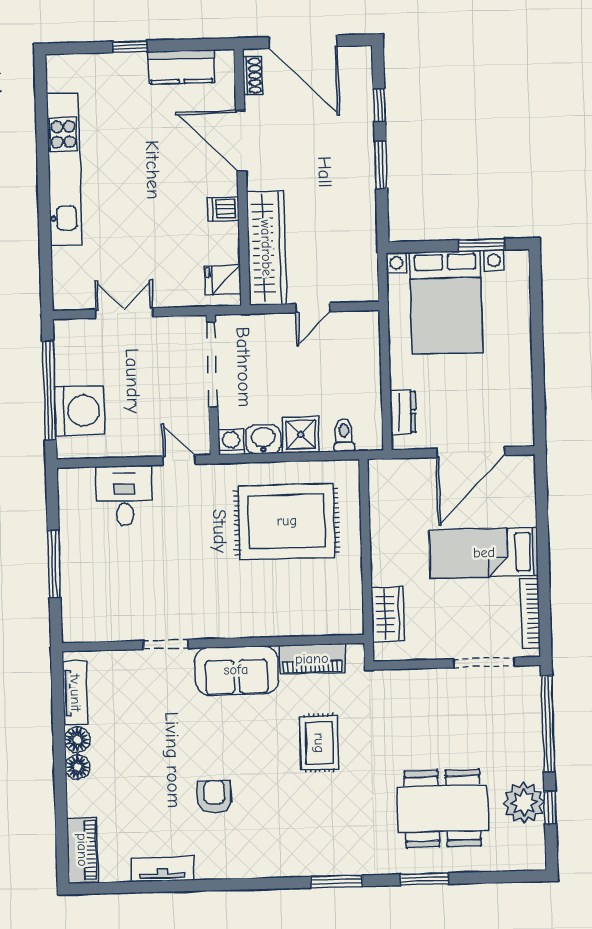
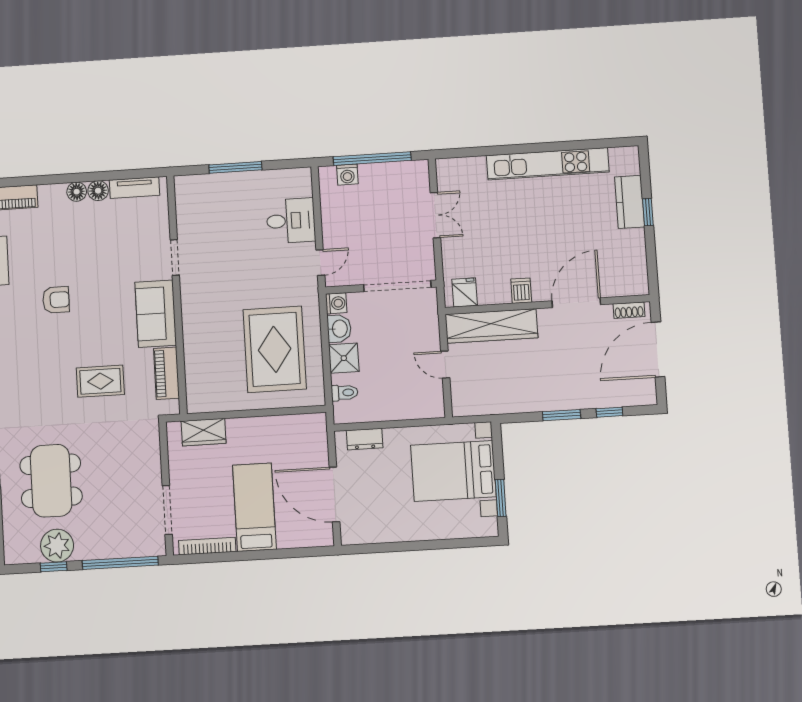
kitchen counter: (181, 67) -> (630, 202), moved
washing machine: (80, 411) -> (347, 175), width x0.53, depth x0.53

